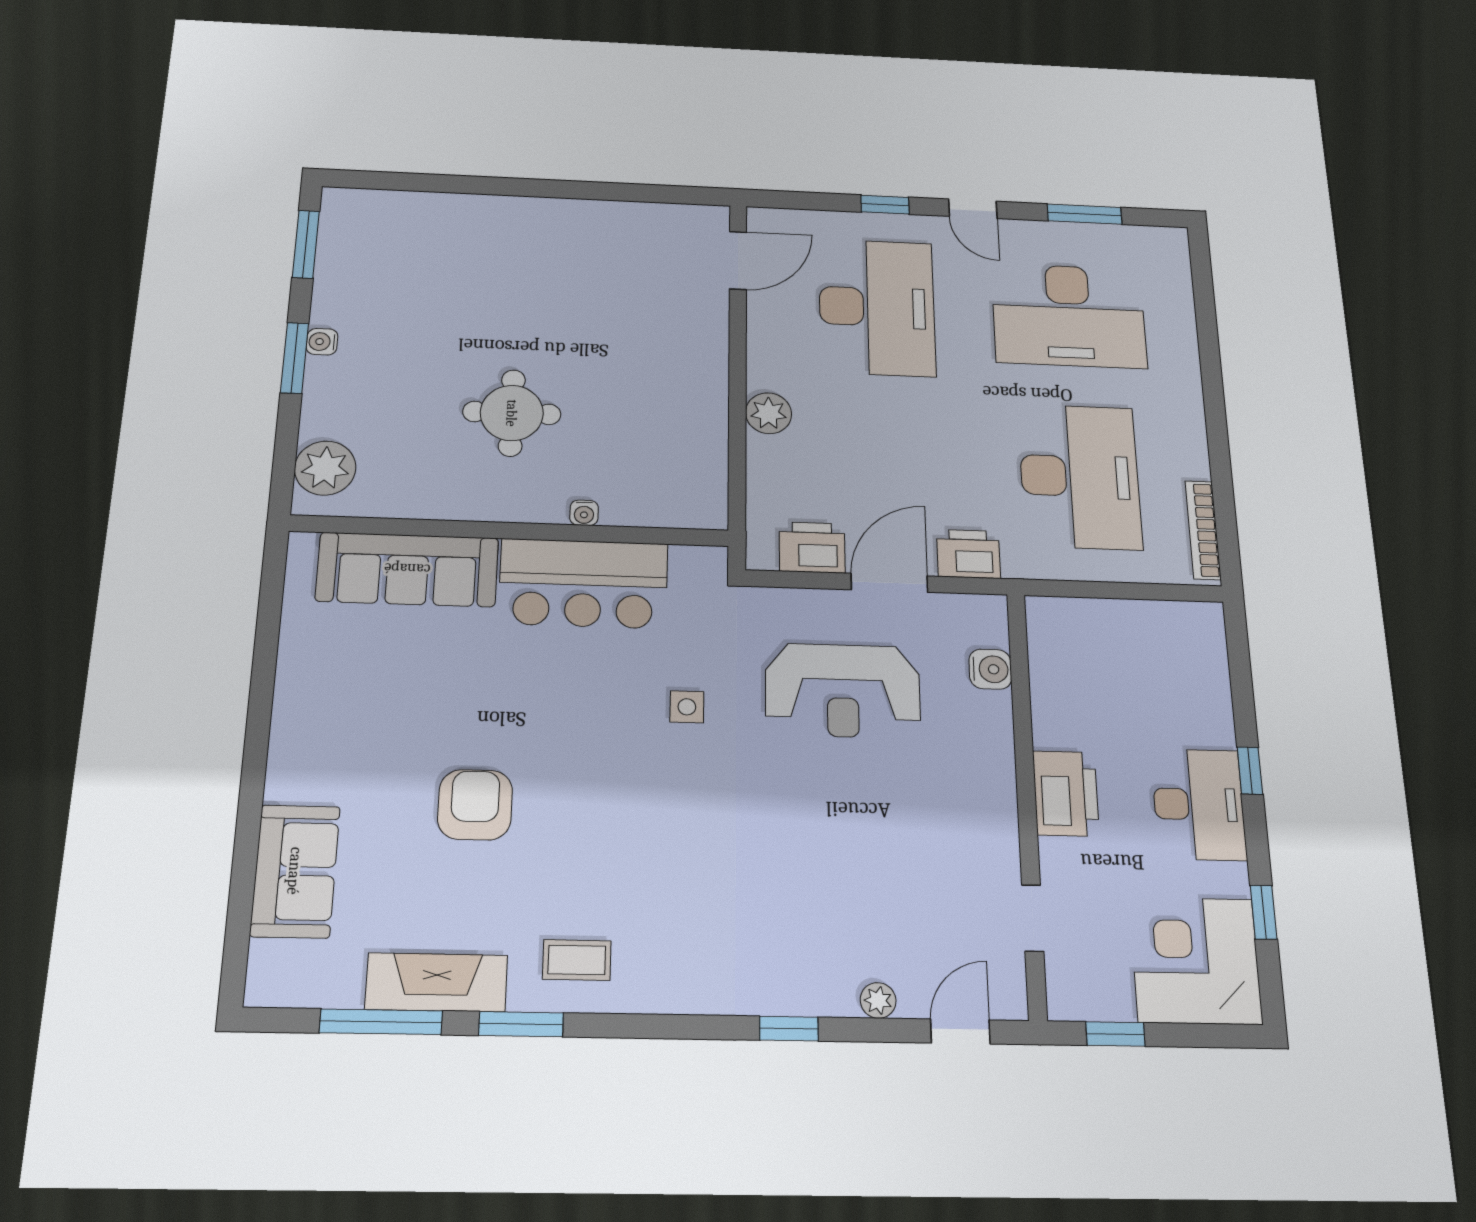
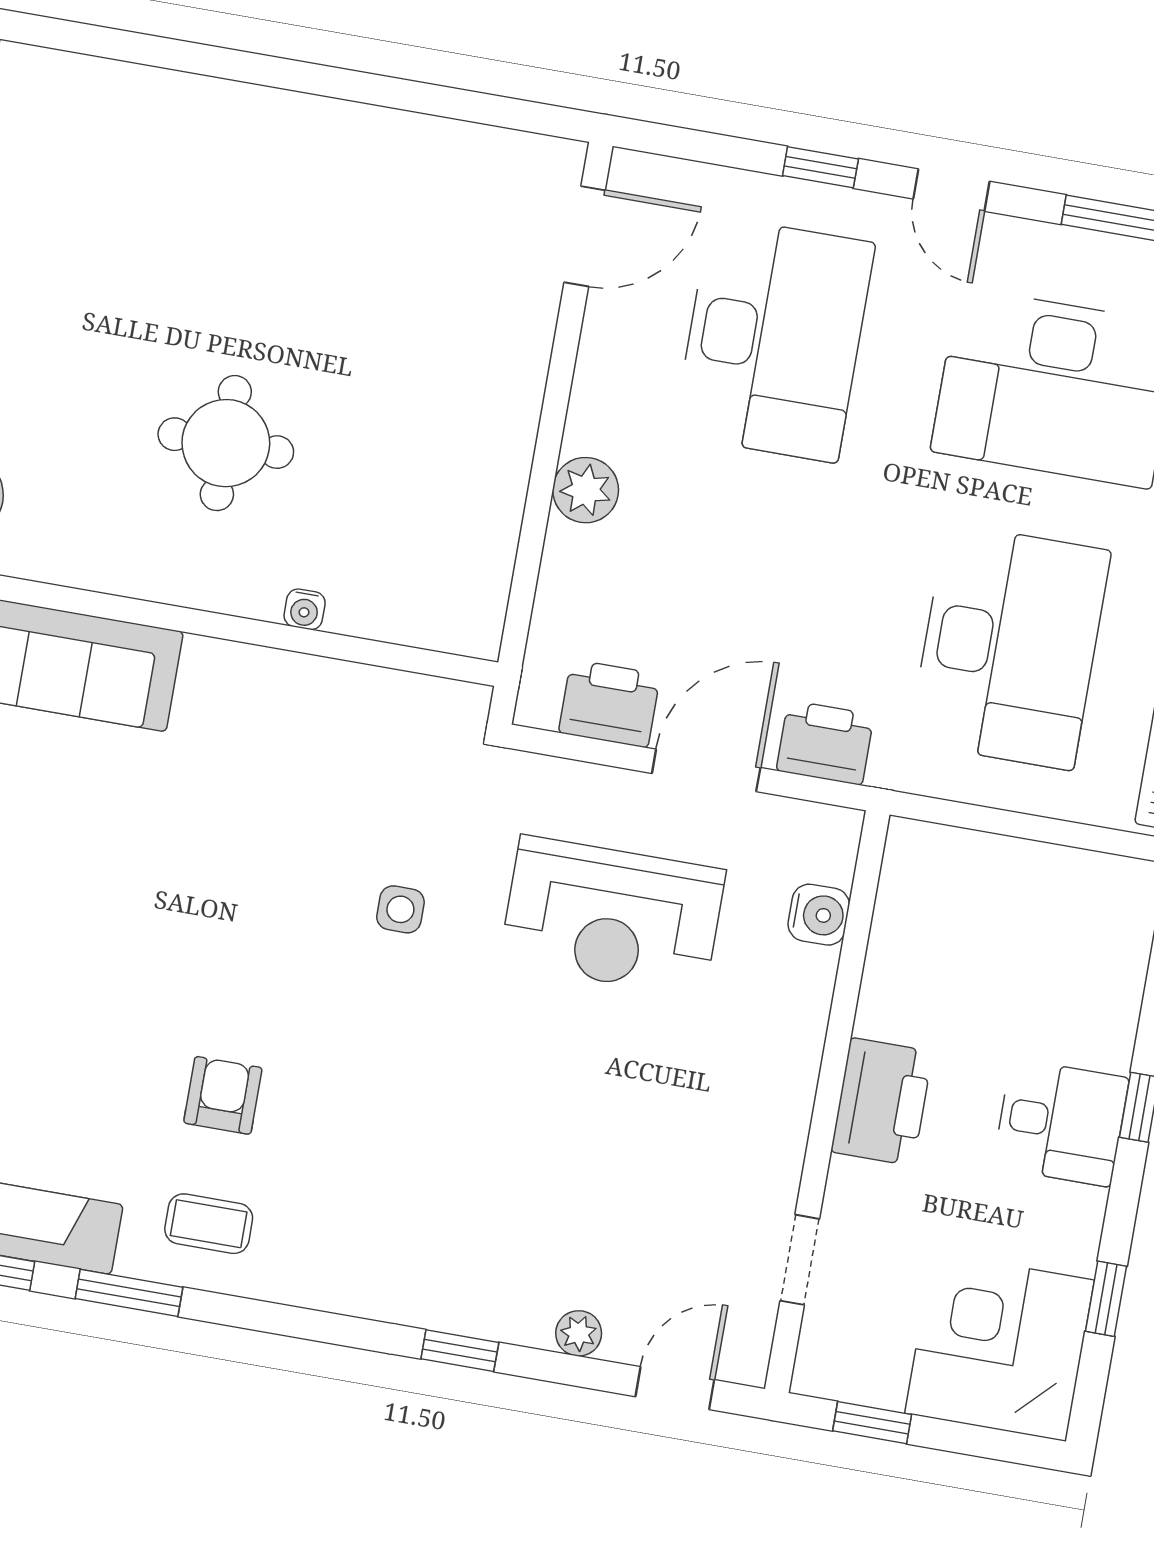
bar counter: (583, 583) -> (289, 714), removed
desk: (1199, 804) -> (1061, 1122), width x0.73
armchair: (475, 805) -> (223, 1095), moved, width x0.72, depth x0.72

